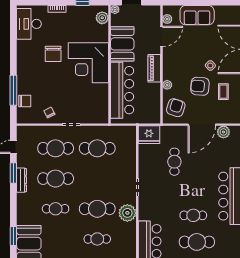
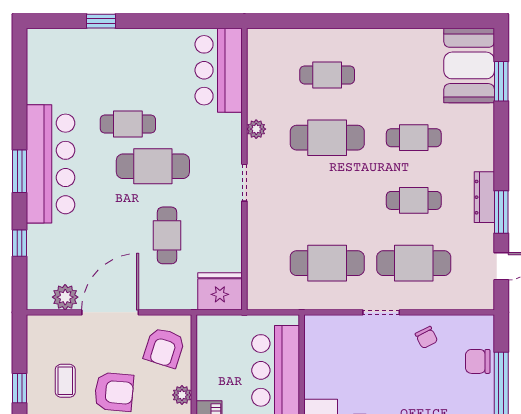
cafe table: (56, 179) -> (414, 200), width x0.73, depth x0.74
plant: (127, 213) -> (256, 129), width x0.53, depth x0.53
cafe table: (197, 242) -> (153, 166), moved

